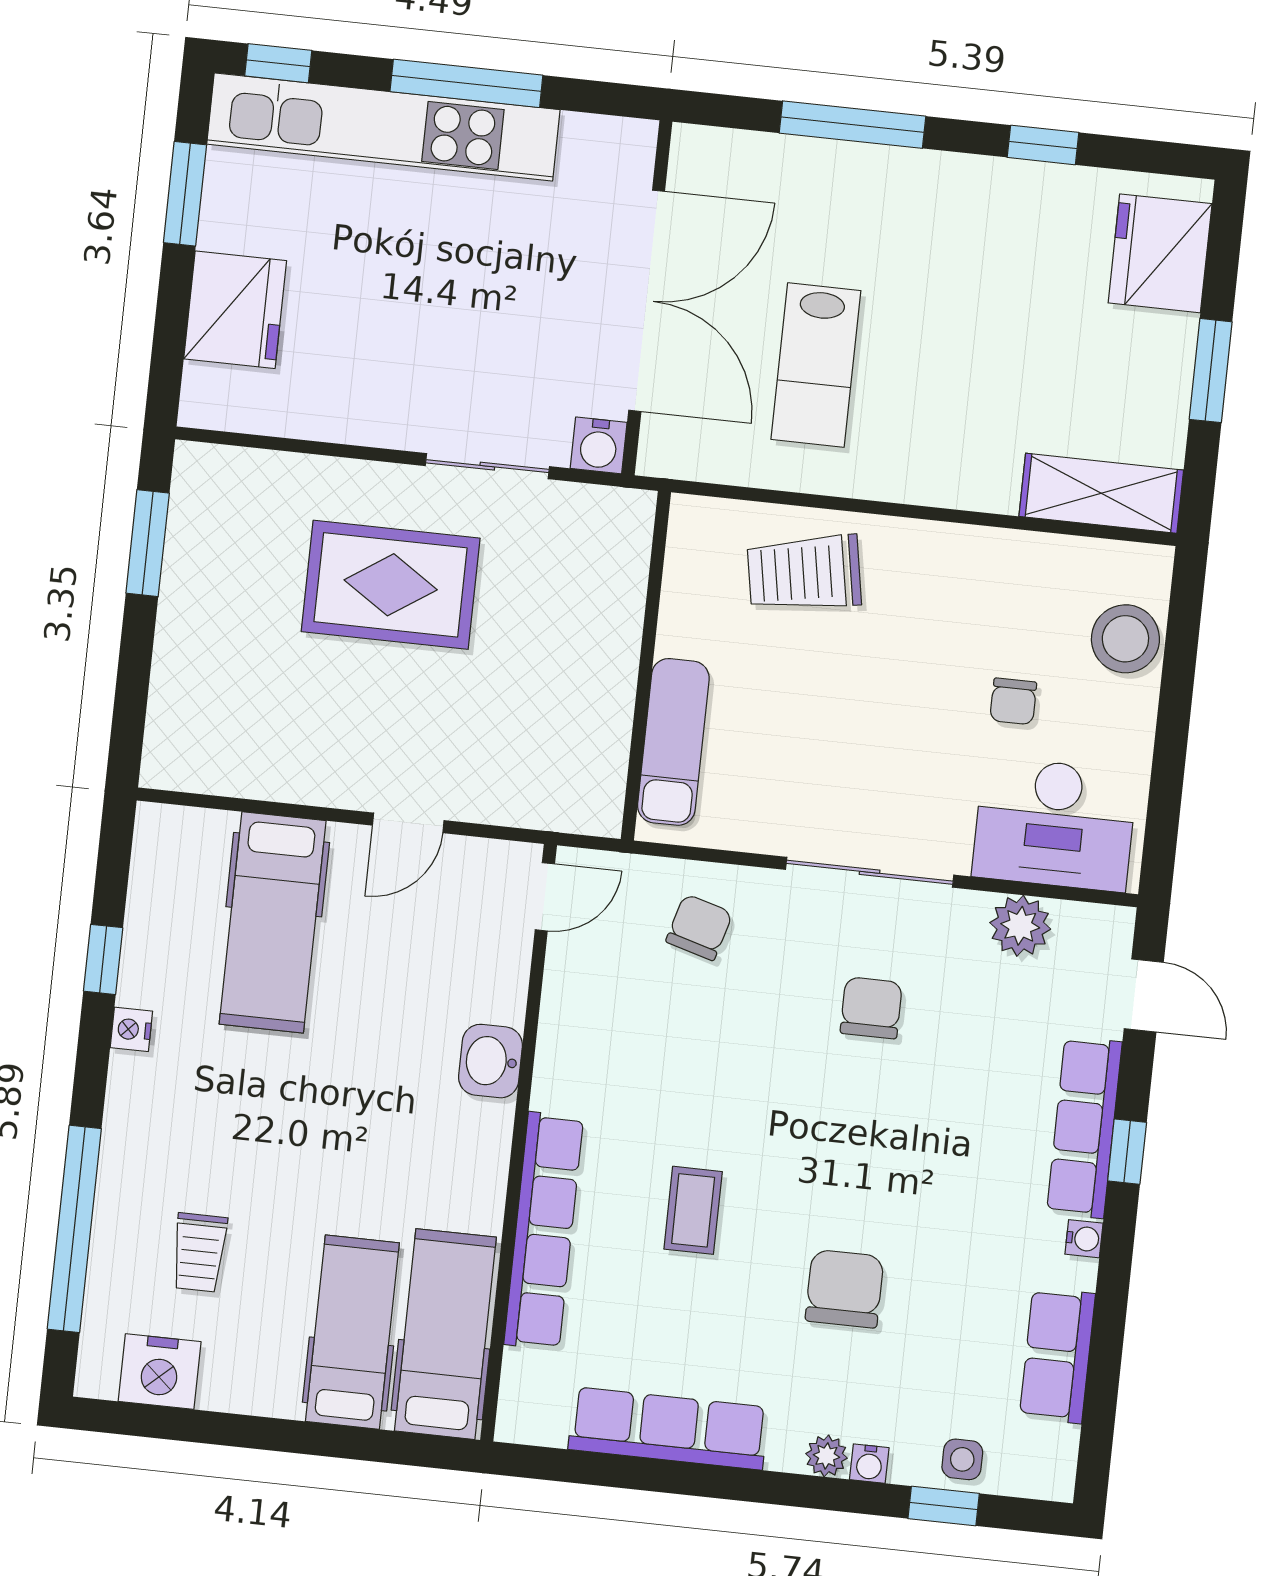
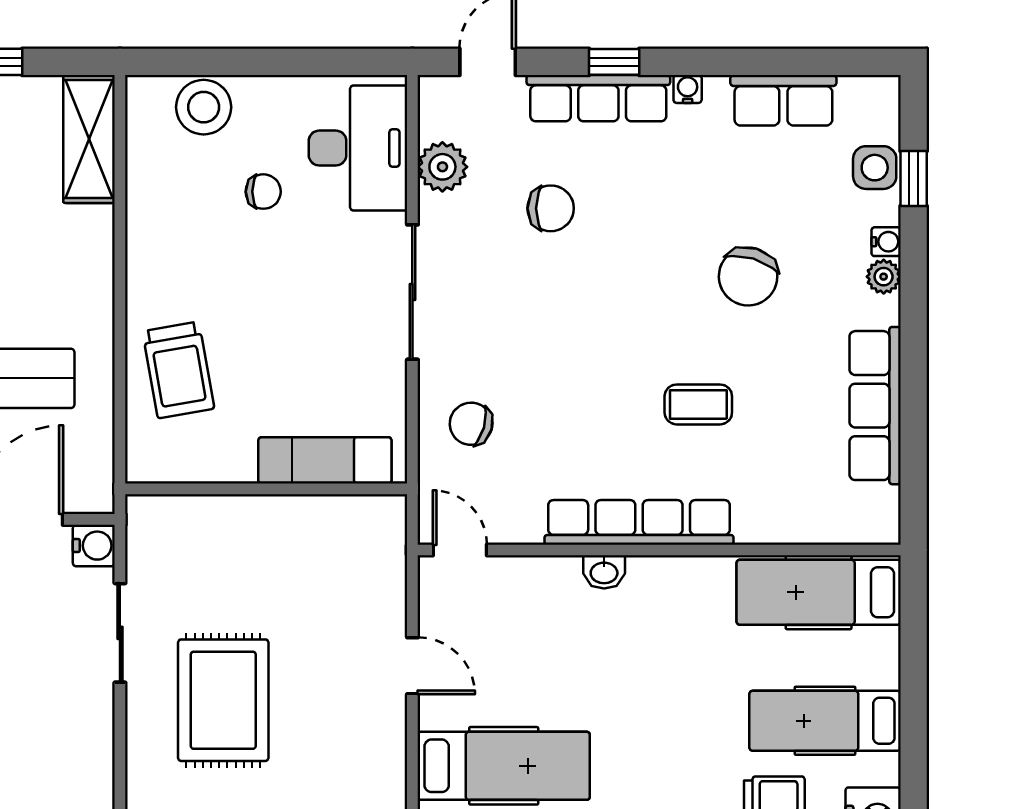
chair: (871, 1008) -> (551, 208), moved, turned 180
washbasin: (490, 1061) -> (604, 572), width x0.72, depth x0.69
row of seats: (544, 1231) -> (639, 522), moved
chair: (845, 1289) -> (748, 276), turned -73
hospital bed: (352, 1332) -> (825, 721), moved
side table: (962, 1459) -> (875, 168), width x1.37, depth x1.37

